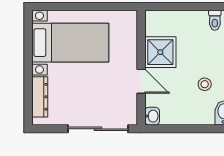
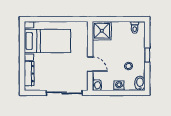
shower: (160, 52) -> (102, 31), moved
washing machine: (189, 117) -> (119, 86), added

